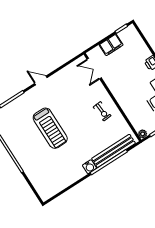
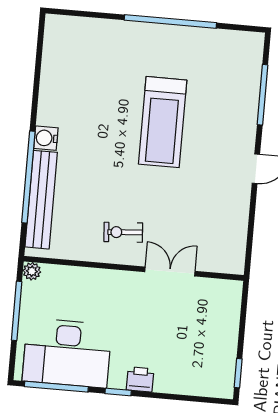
filing cabinet: (111, 45) -> (224, 335), removed
double door: (94, 69) -> (170, 272), moved
treadmill: (50, 128) -> (163, 122), turned -90

